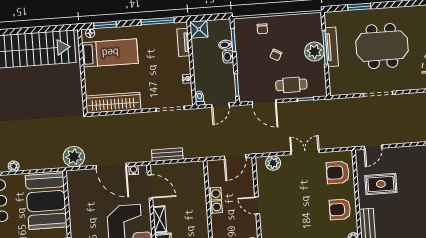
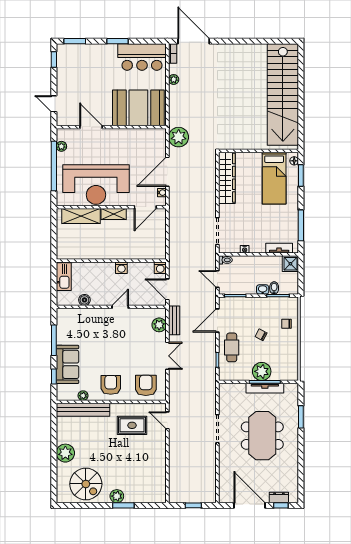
bench: (167, 155) -> (174, 320), moved
rug: (381, 184) -> (132, 425), turned 90
washing machine: (215, 194) -> (160, 268), moved

